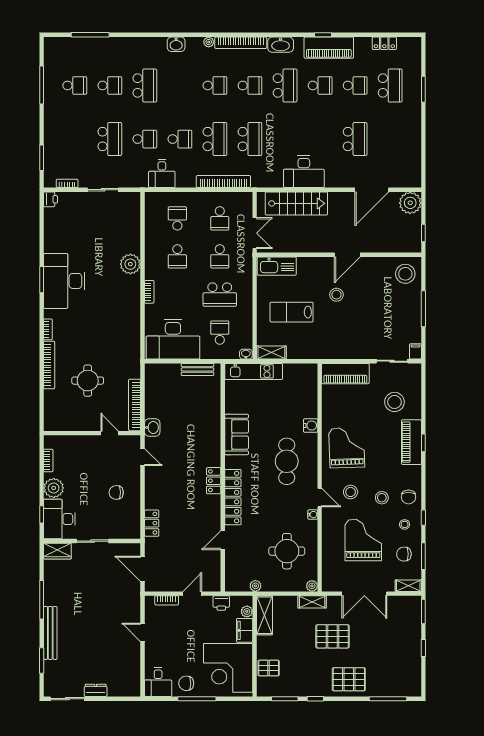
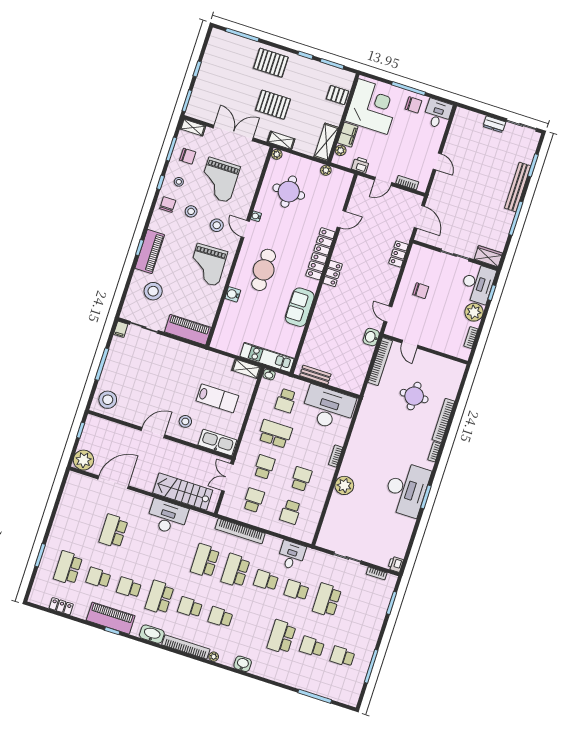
stool: (336, 295) -> (185, 421), moved

